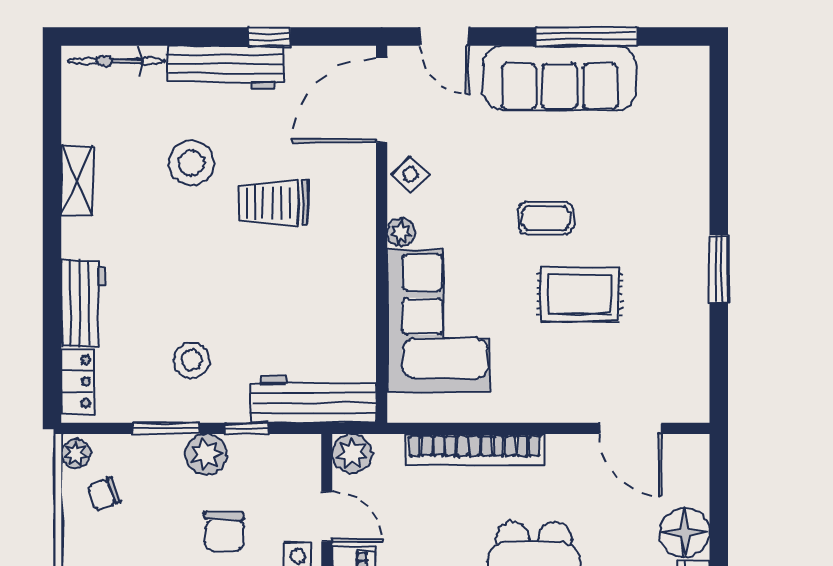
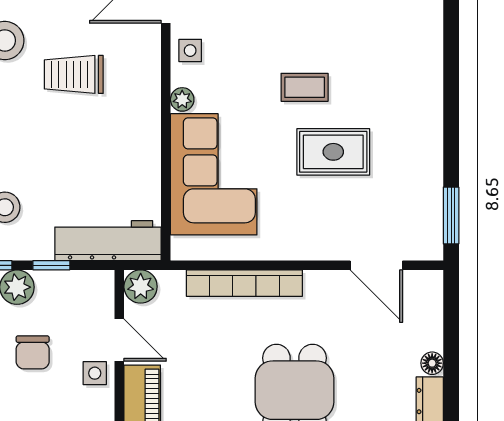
side table: (410, 175) -> (190, 51), turned 45
window: (719, 269) -> (451, 216), moved
floor lamp: (685, 532) -> (432, 363), width x0.53, depth x0.53

